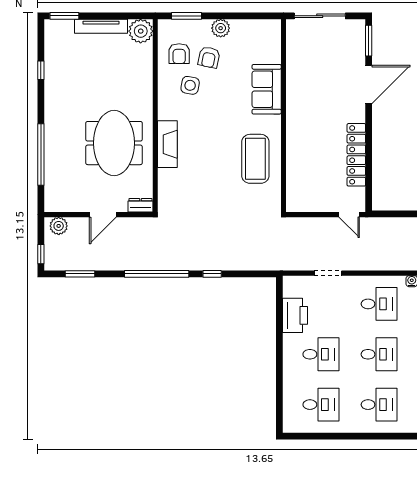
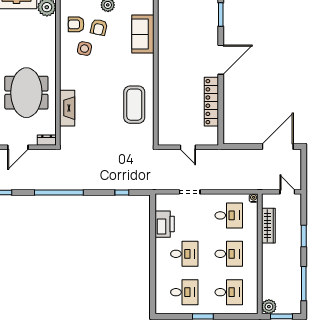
armchair: (179, 54) -> (76, 24), turned 90
door: (369, 84) -> (221, 60), moved
sofa: (267, 89) -> (143, 34), moved
fireplace: (167, 144) -> (67, 108), moved
door: (349, 215) -> (188, 147), moved
window: (212, 274) -> (122, 192), moved
window: (345, 436) -> (203, 316), added

